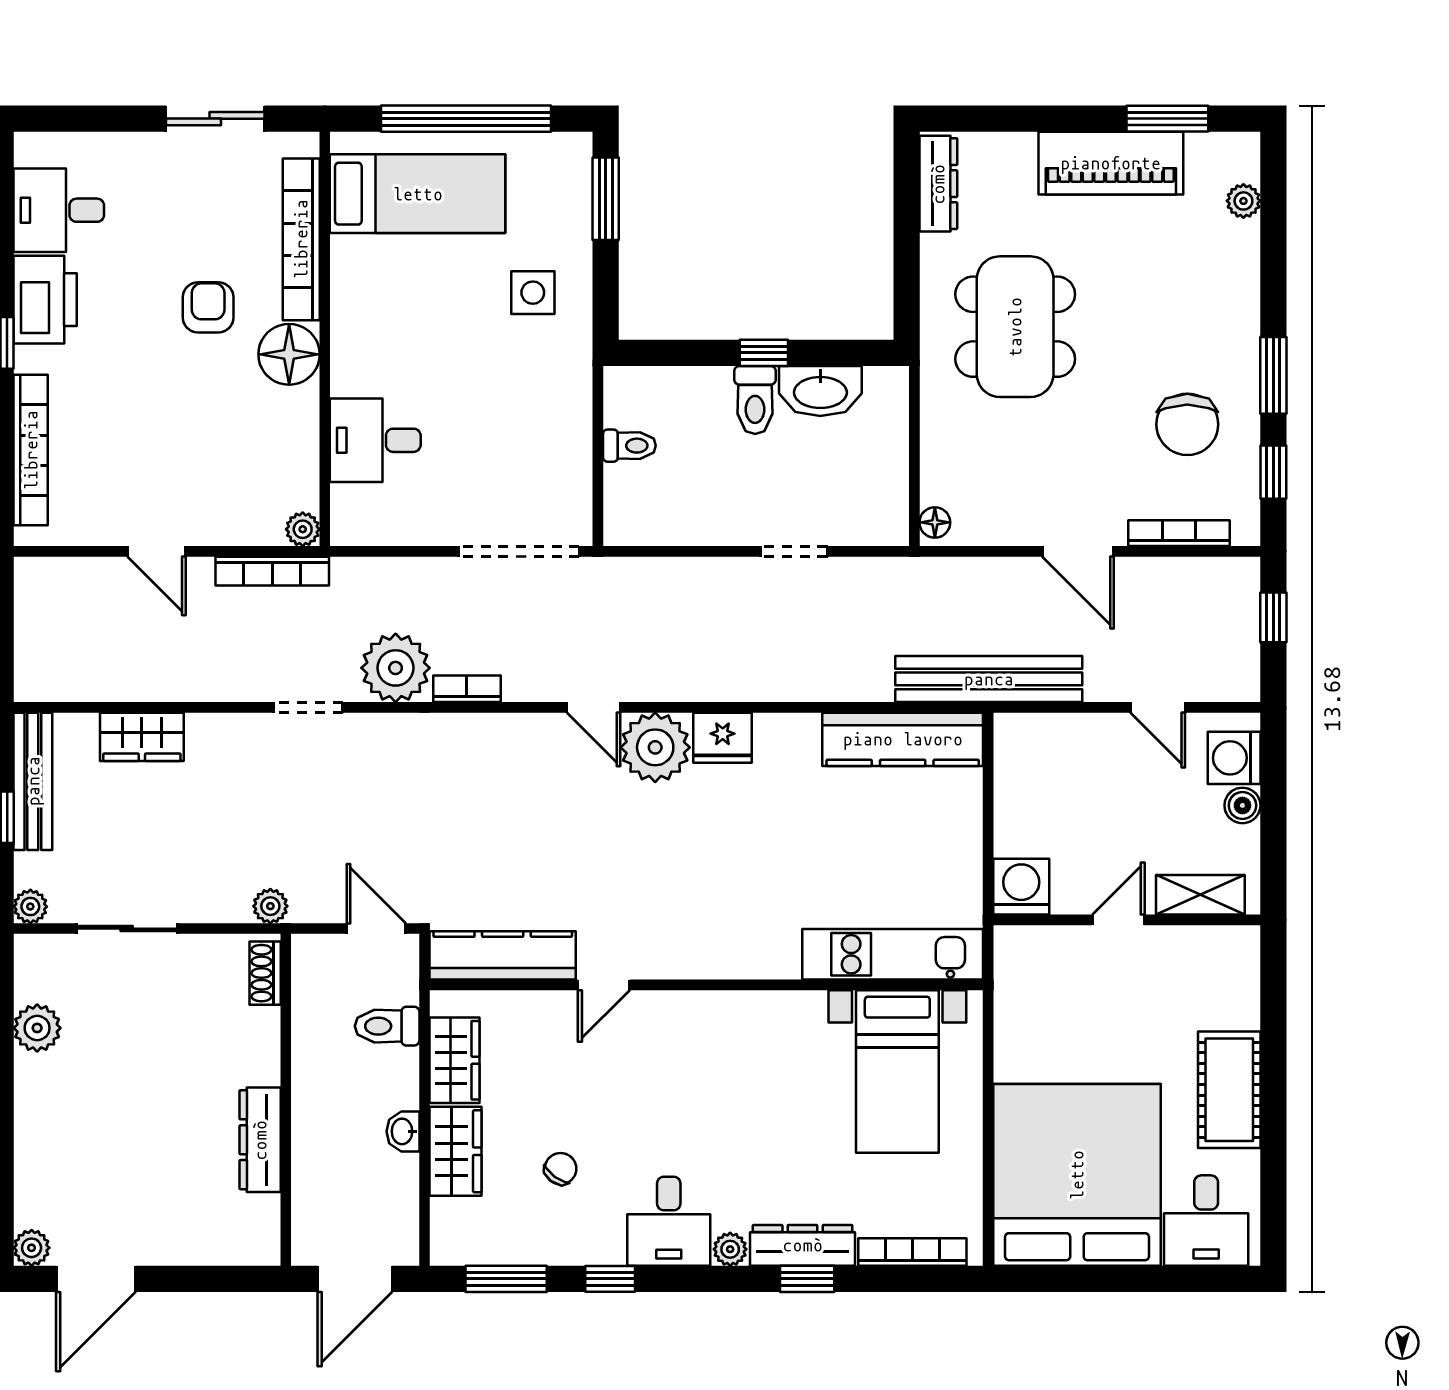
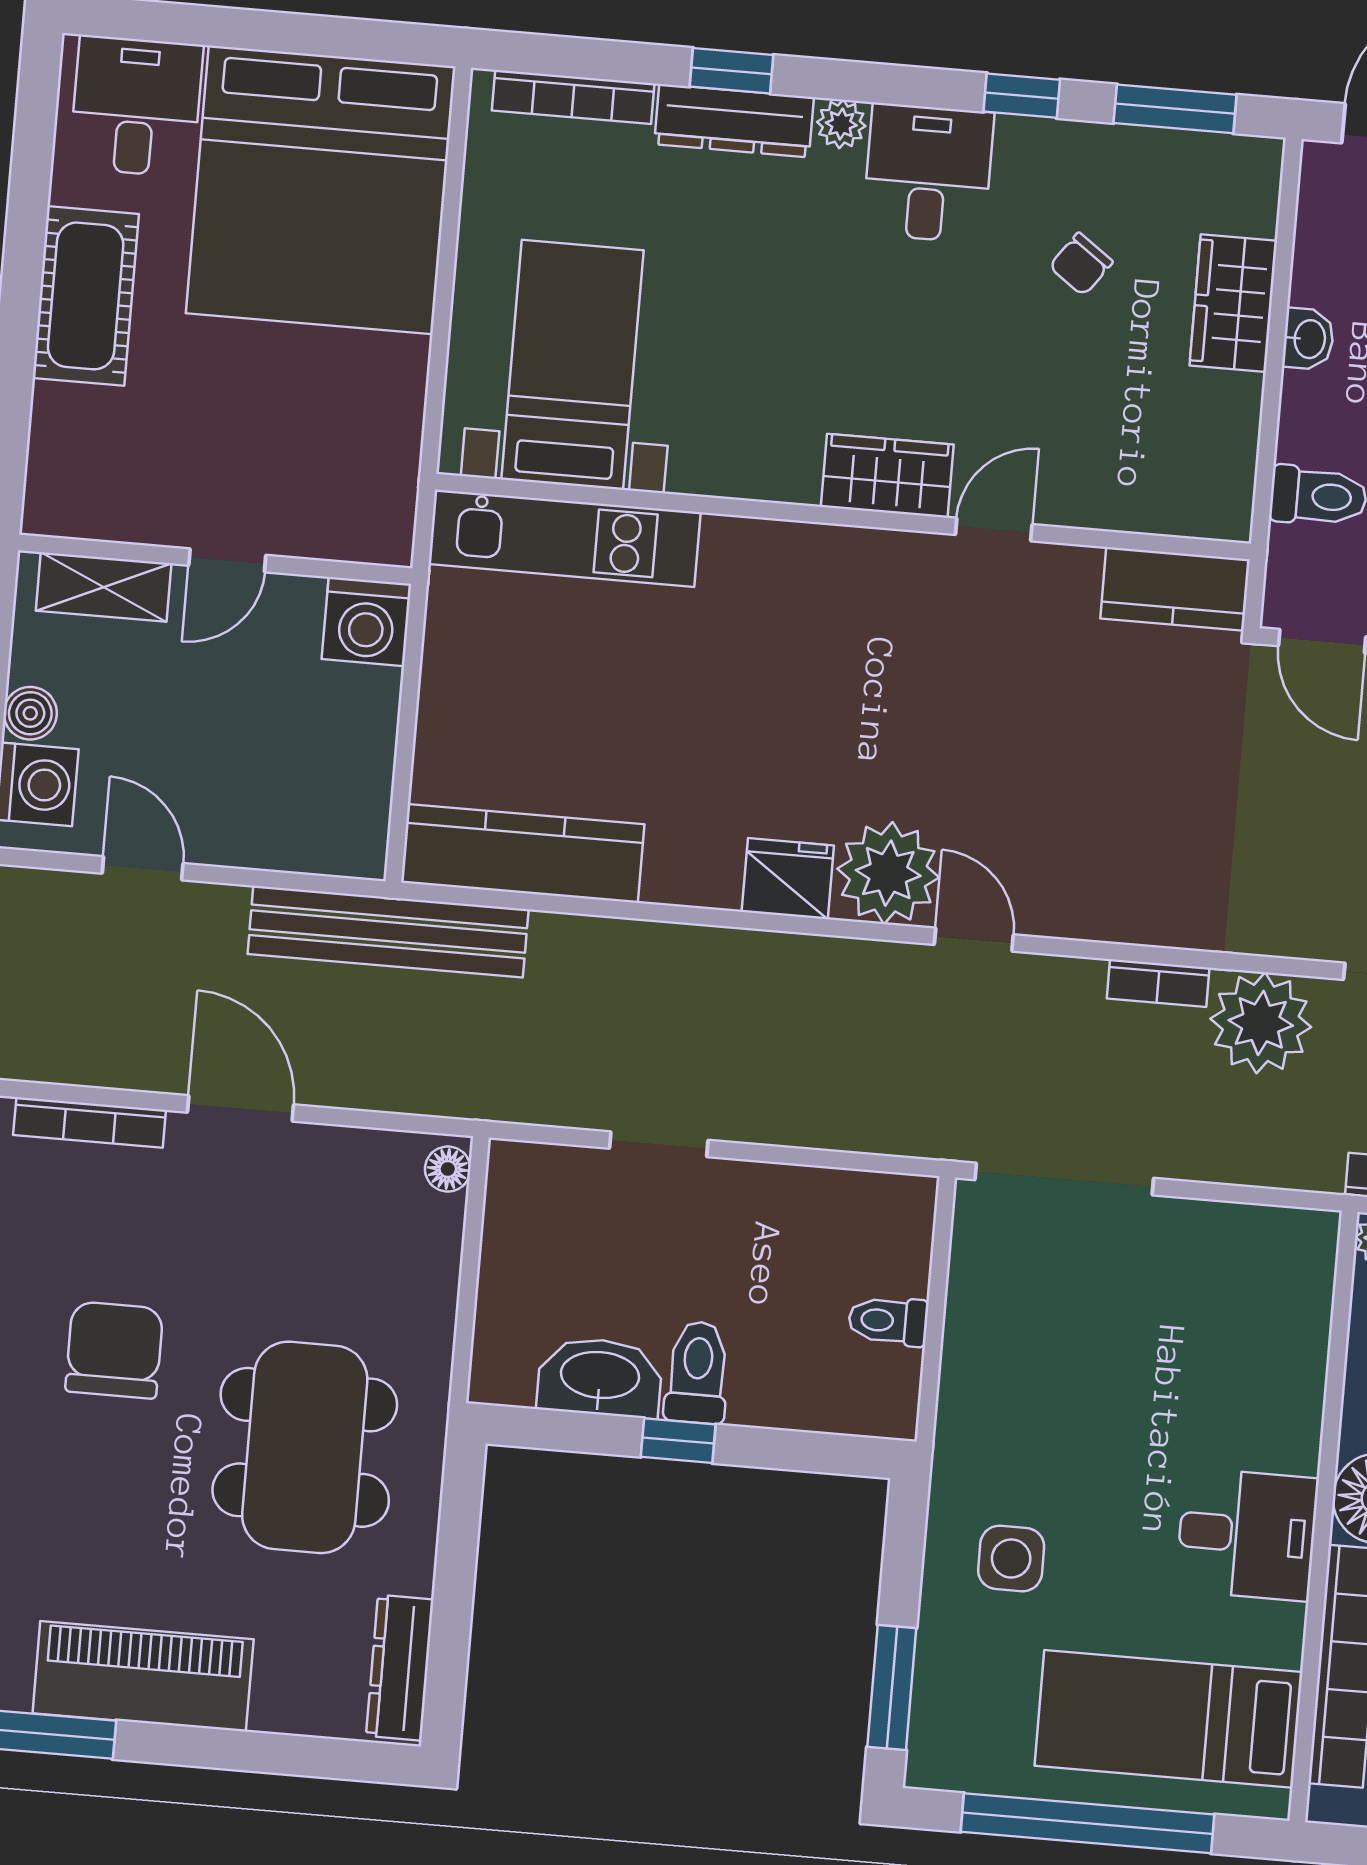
chair: (1187, 424) -> (114, 1350), moved
desk: (375, 440) -> (1247, 1534), moved
kitchen counter: (503, 955) -> (1175, 589), width x0.67
wardrobe: (455, 1060) -> (887, 476), moved, turned 90

